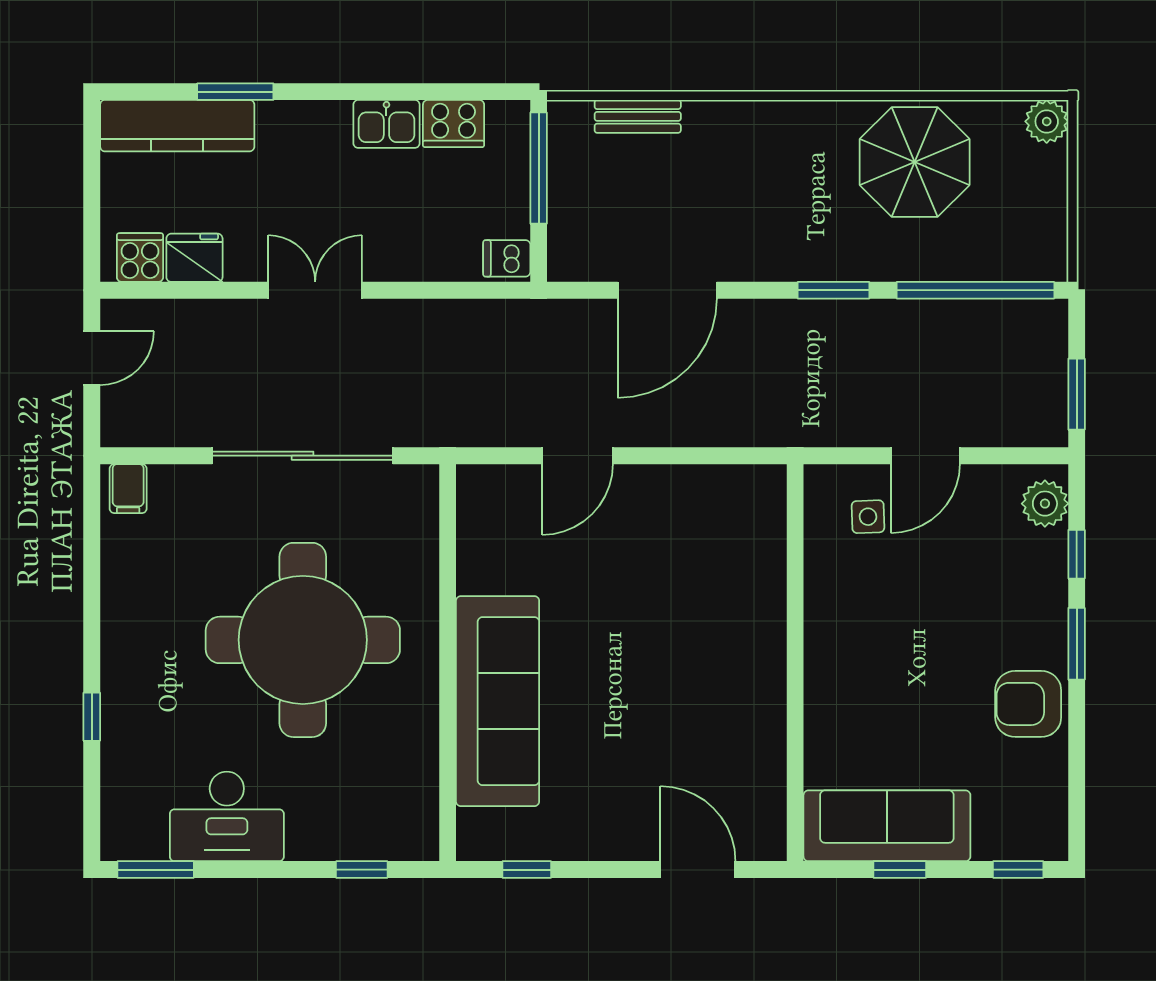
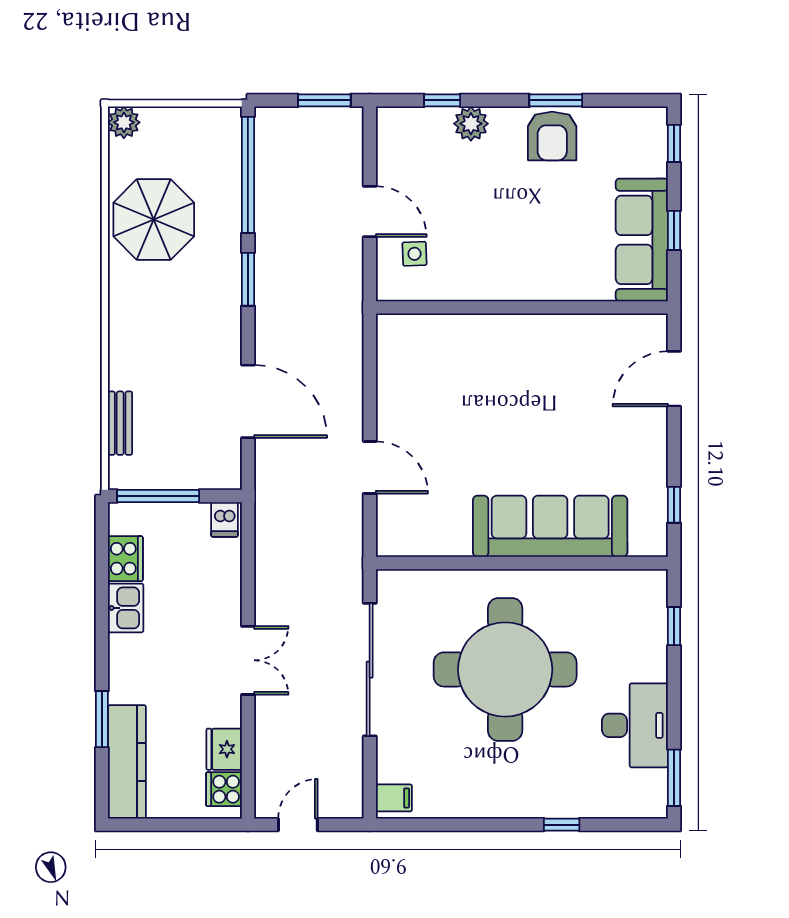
double door: (315, 290) -> (248, 660), swing flipped
door: (92, 358) -> (298, 825), hinge flipped
plant: (1045, 504) -> (471, 124), moved
window: (1077, 644) -> (556, 100), moved

